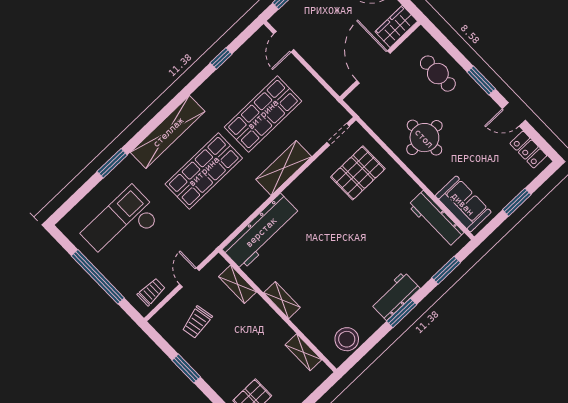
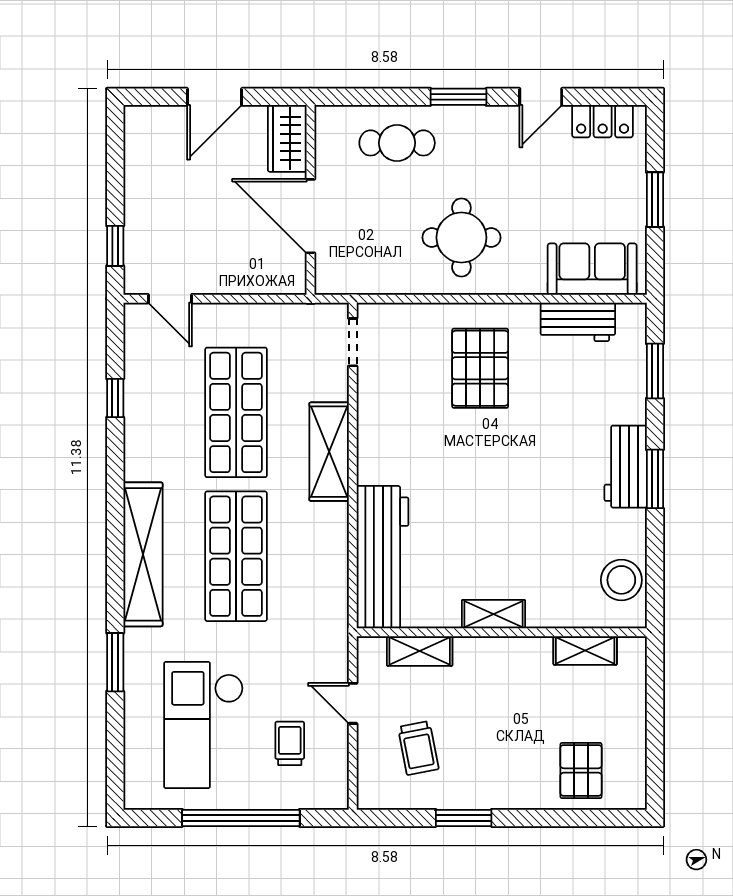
pallet: (358, 173) -> (480, 368), moved
workbench: (436, 219) -> (578, 322), width x0.73
trolley: (151, 292) -> (290, 743), moved

